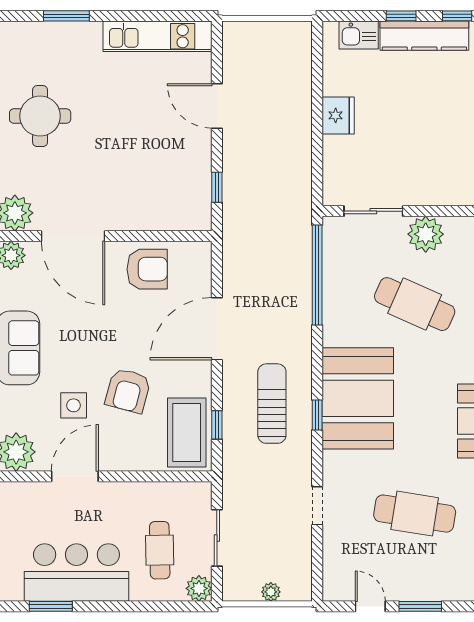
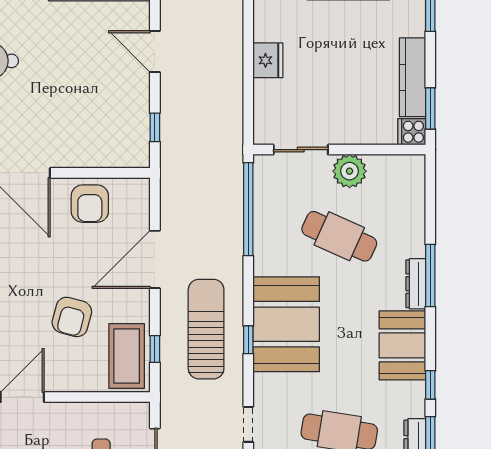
armchair: (147, 269) -> (90, 204), turned 90
sun lounger: (272, 404) -> (206, 329), width x1.36, depth x1.34
side table: (74, 405) -> (21, 331), removed

